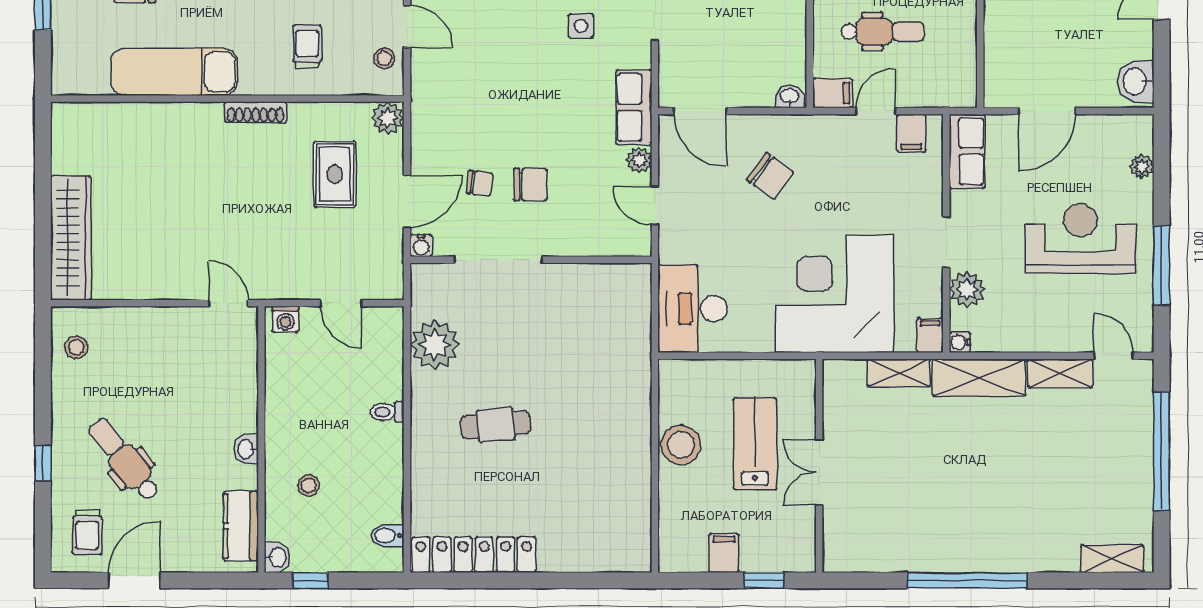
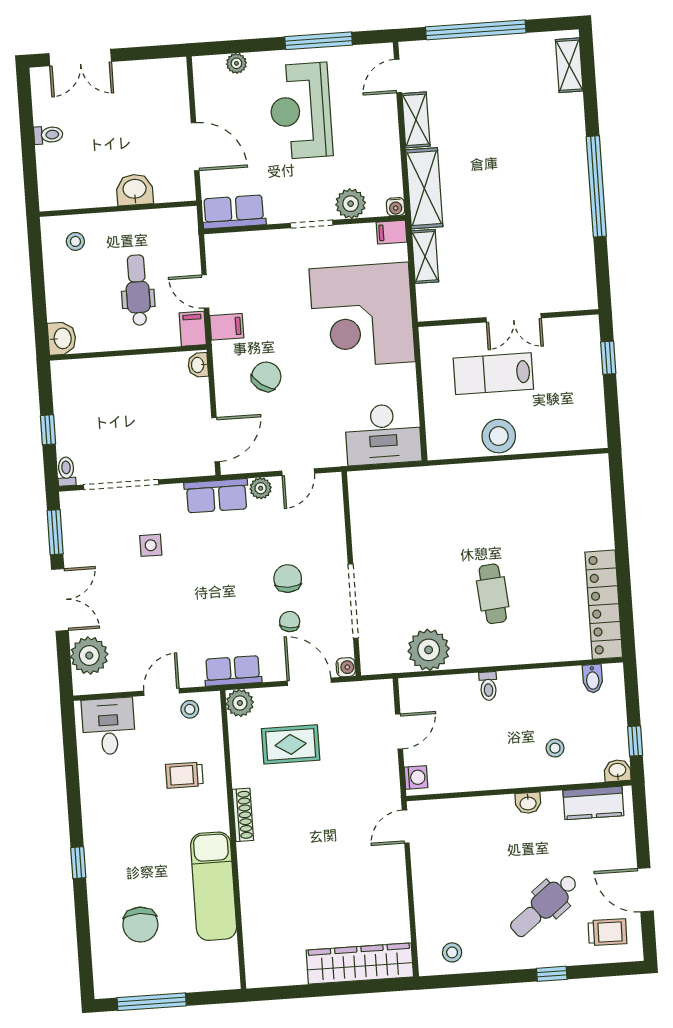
washbasin: (1136, 81) -> (135, 190), moved, turned 180
row of seats: (426, 112) -> (233, 671), added
filing cabinet: (911, 133) -> (227, 327), moved
filing cabinet: (724, 553) -> (587, 393), removed

